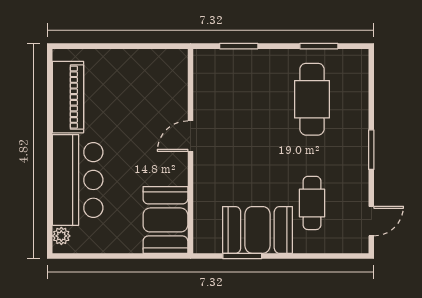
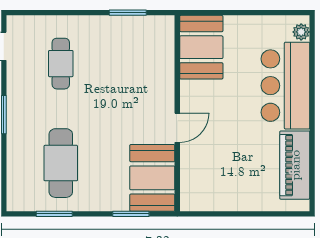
booth: (257, 230) -> (152, 178), moved, turned 90

